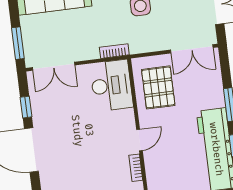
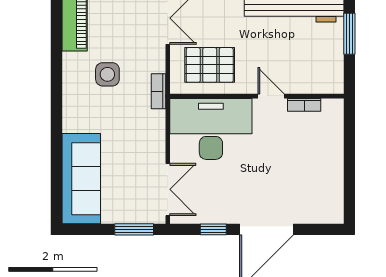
bookcase: (114, 51) -> (158, 91), moved
desk: (111, 85) -> (211, 129), width x1.36, depth x1.30

